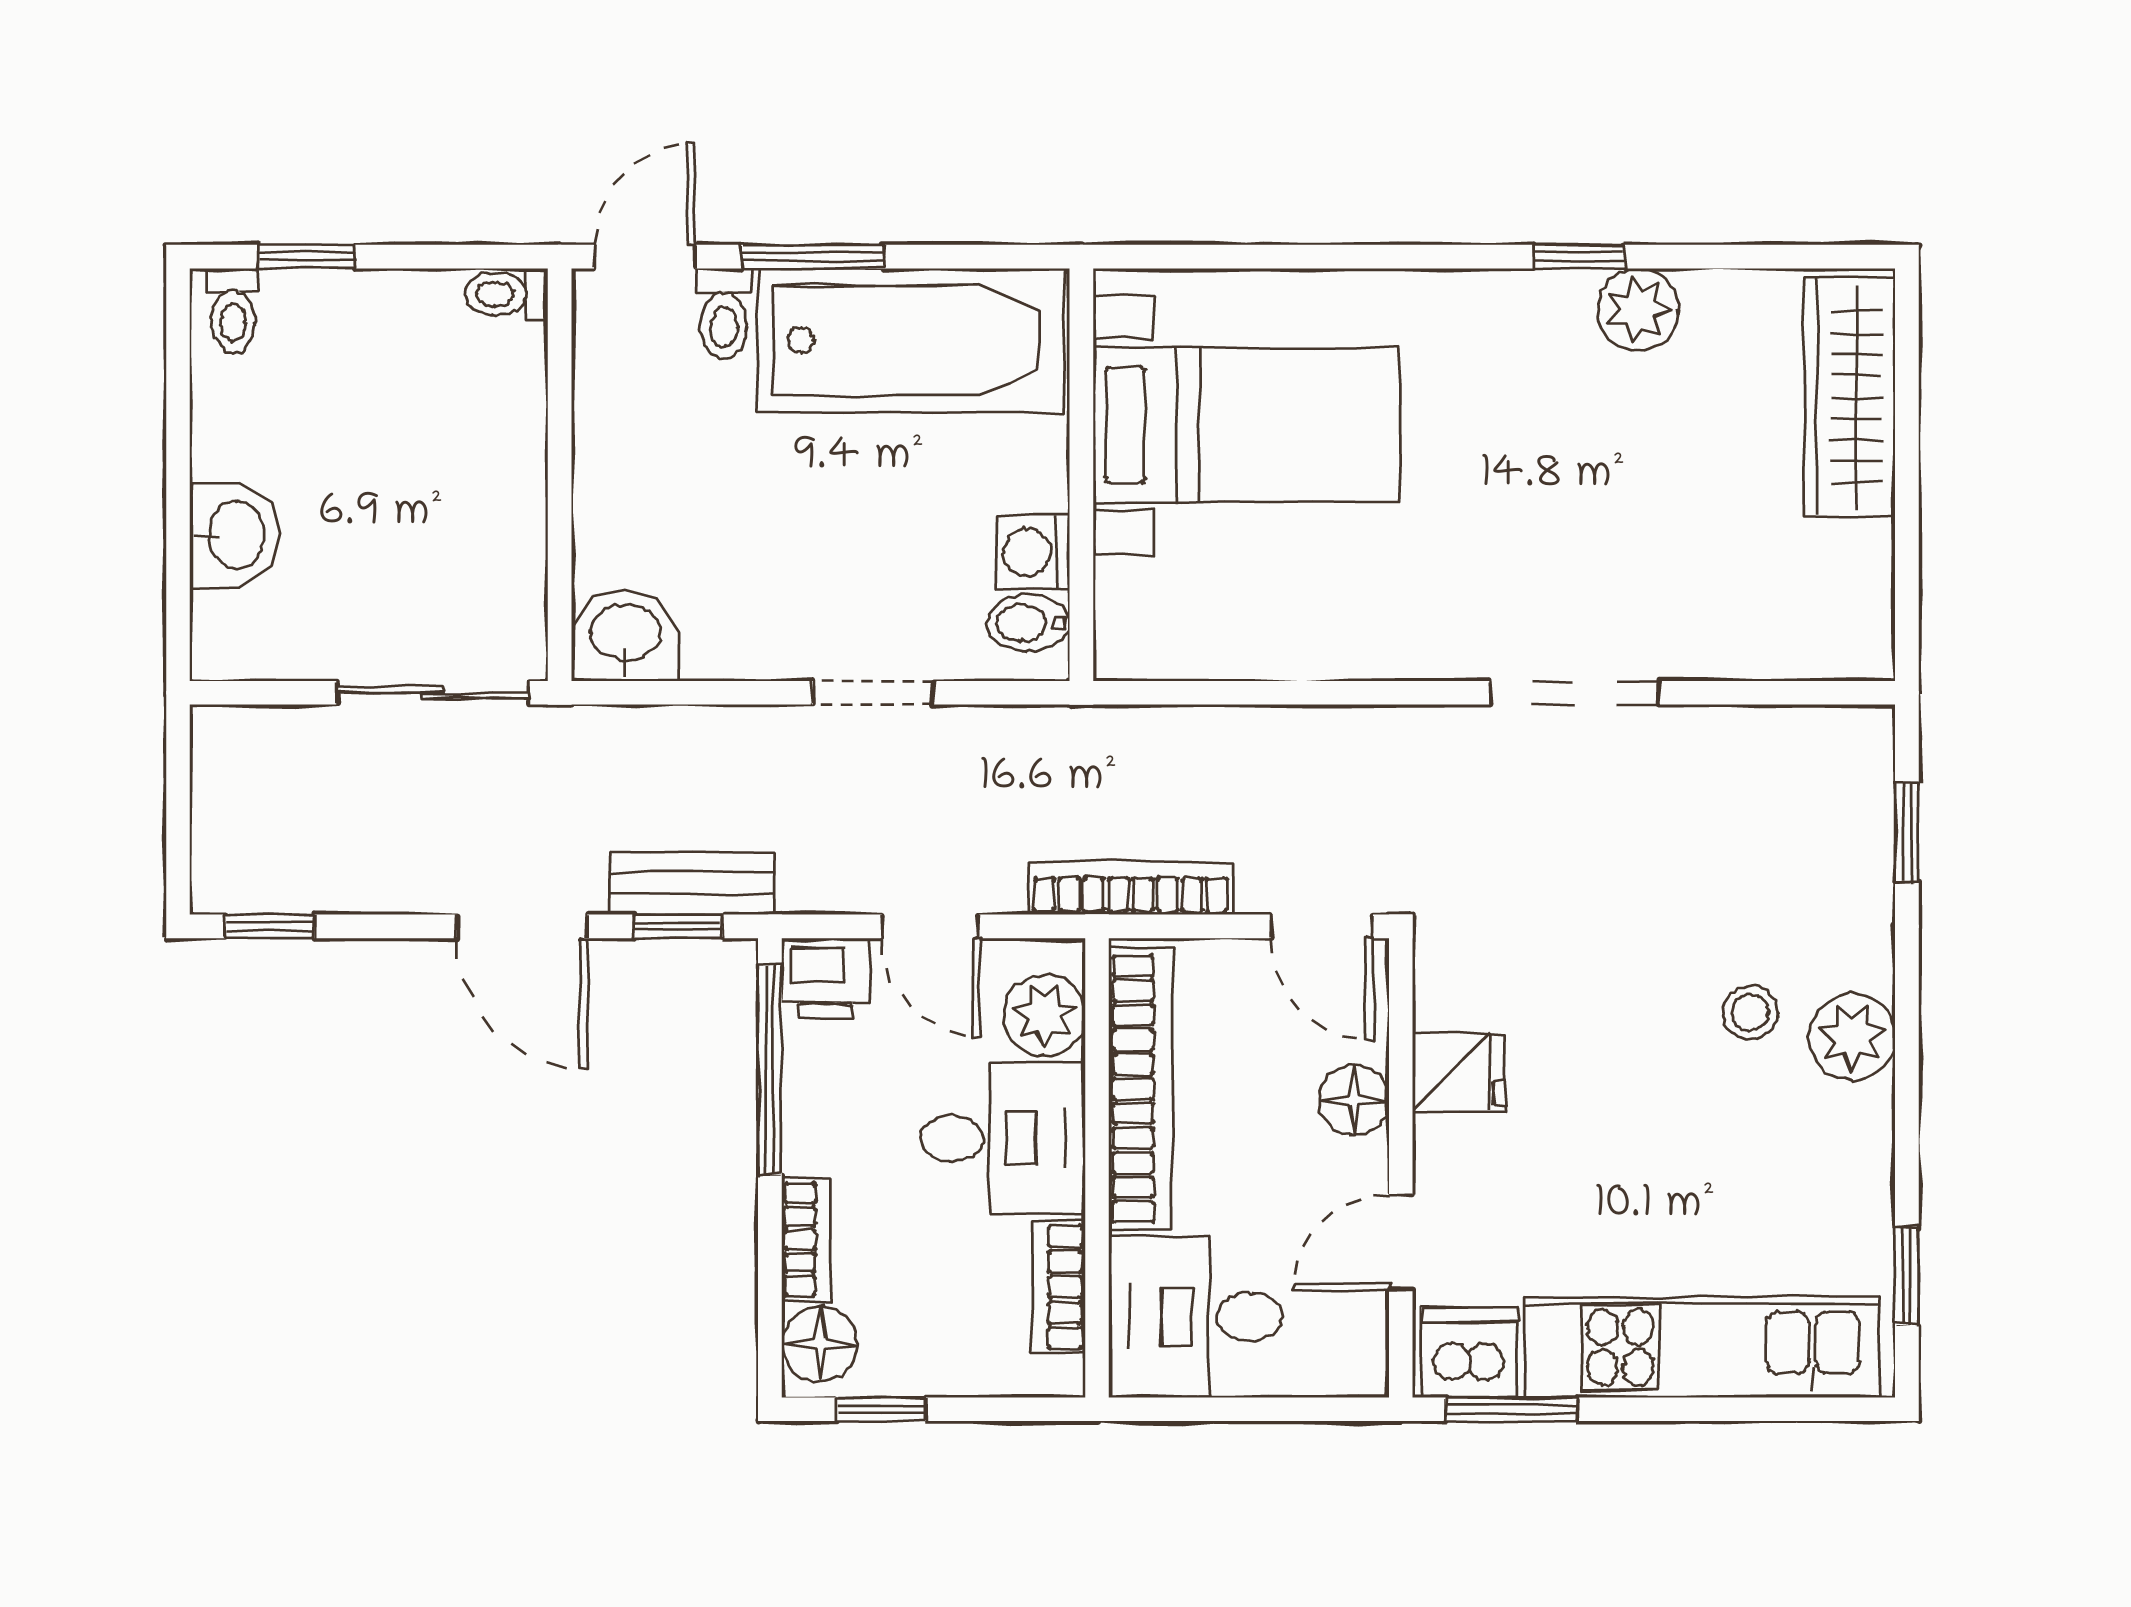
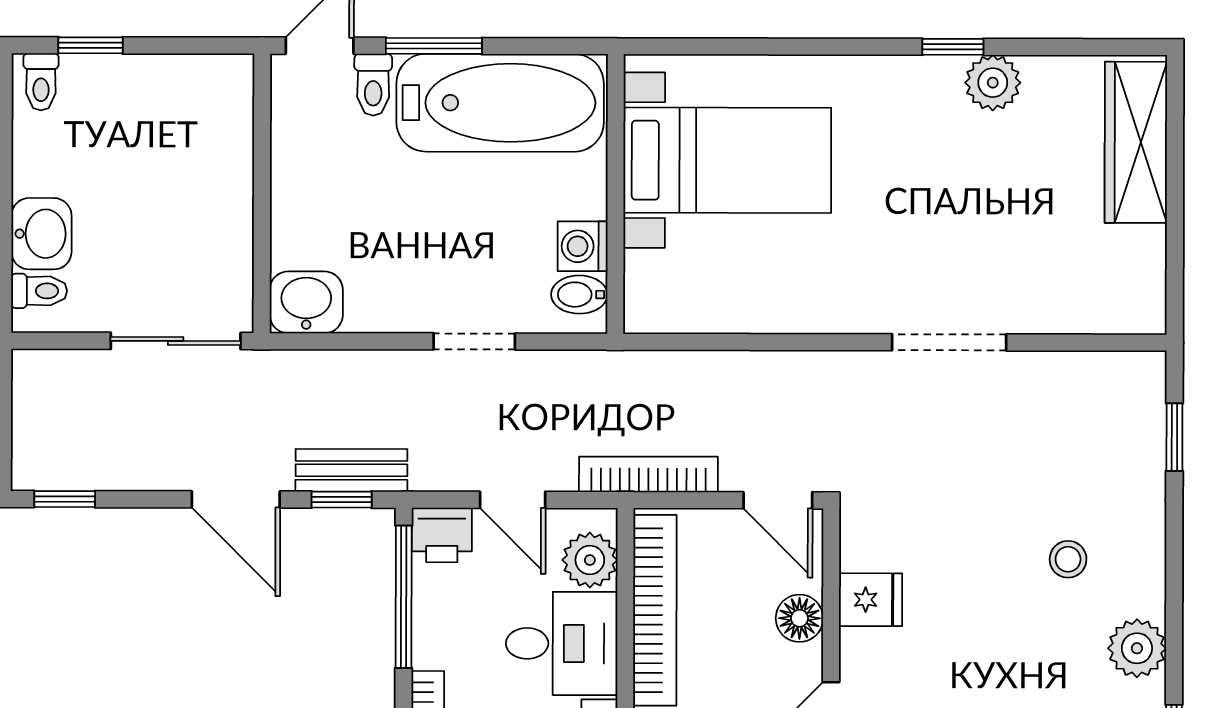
toilet: (507, 294) -> (39, 291), moved, turned 180
plant: (1852, 1037) -> (1137, 648), moved

